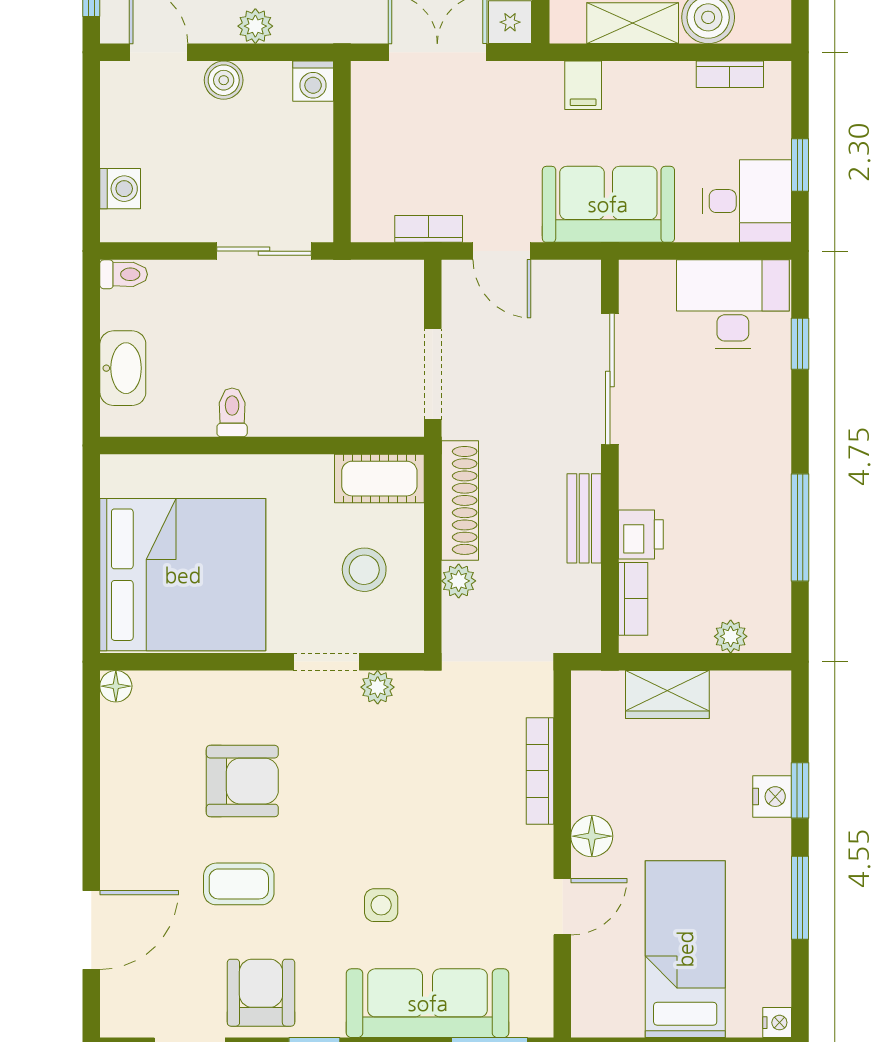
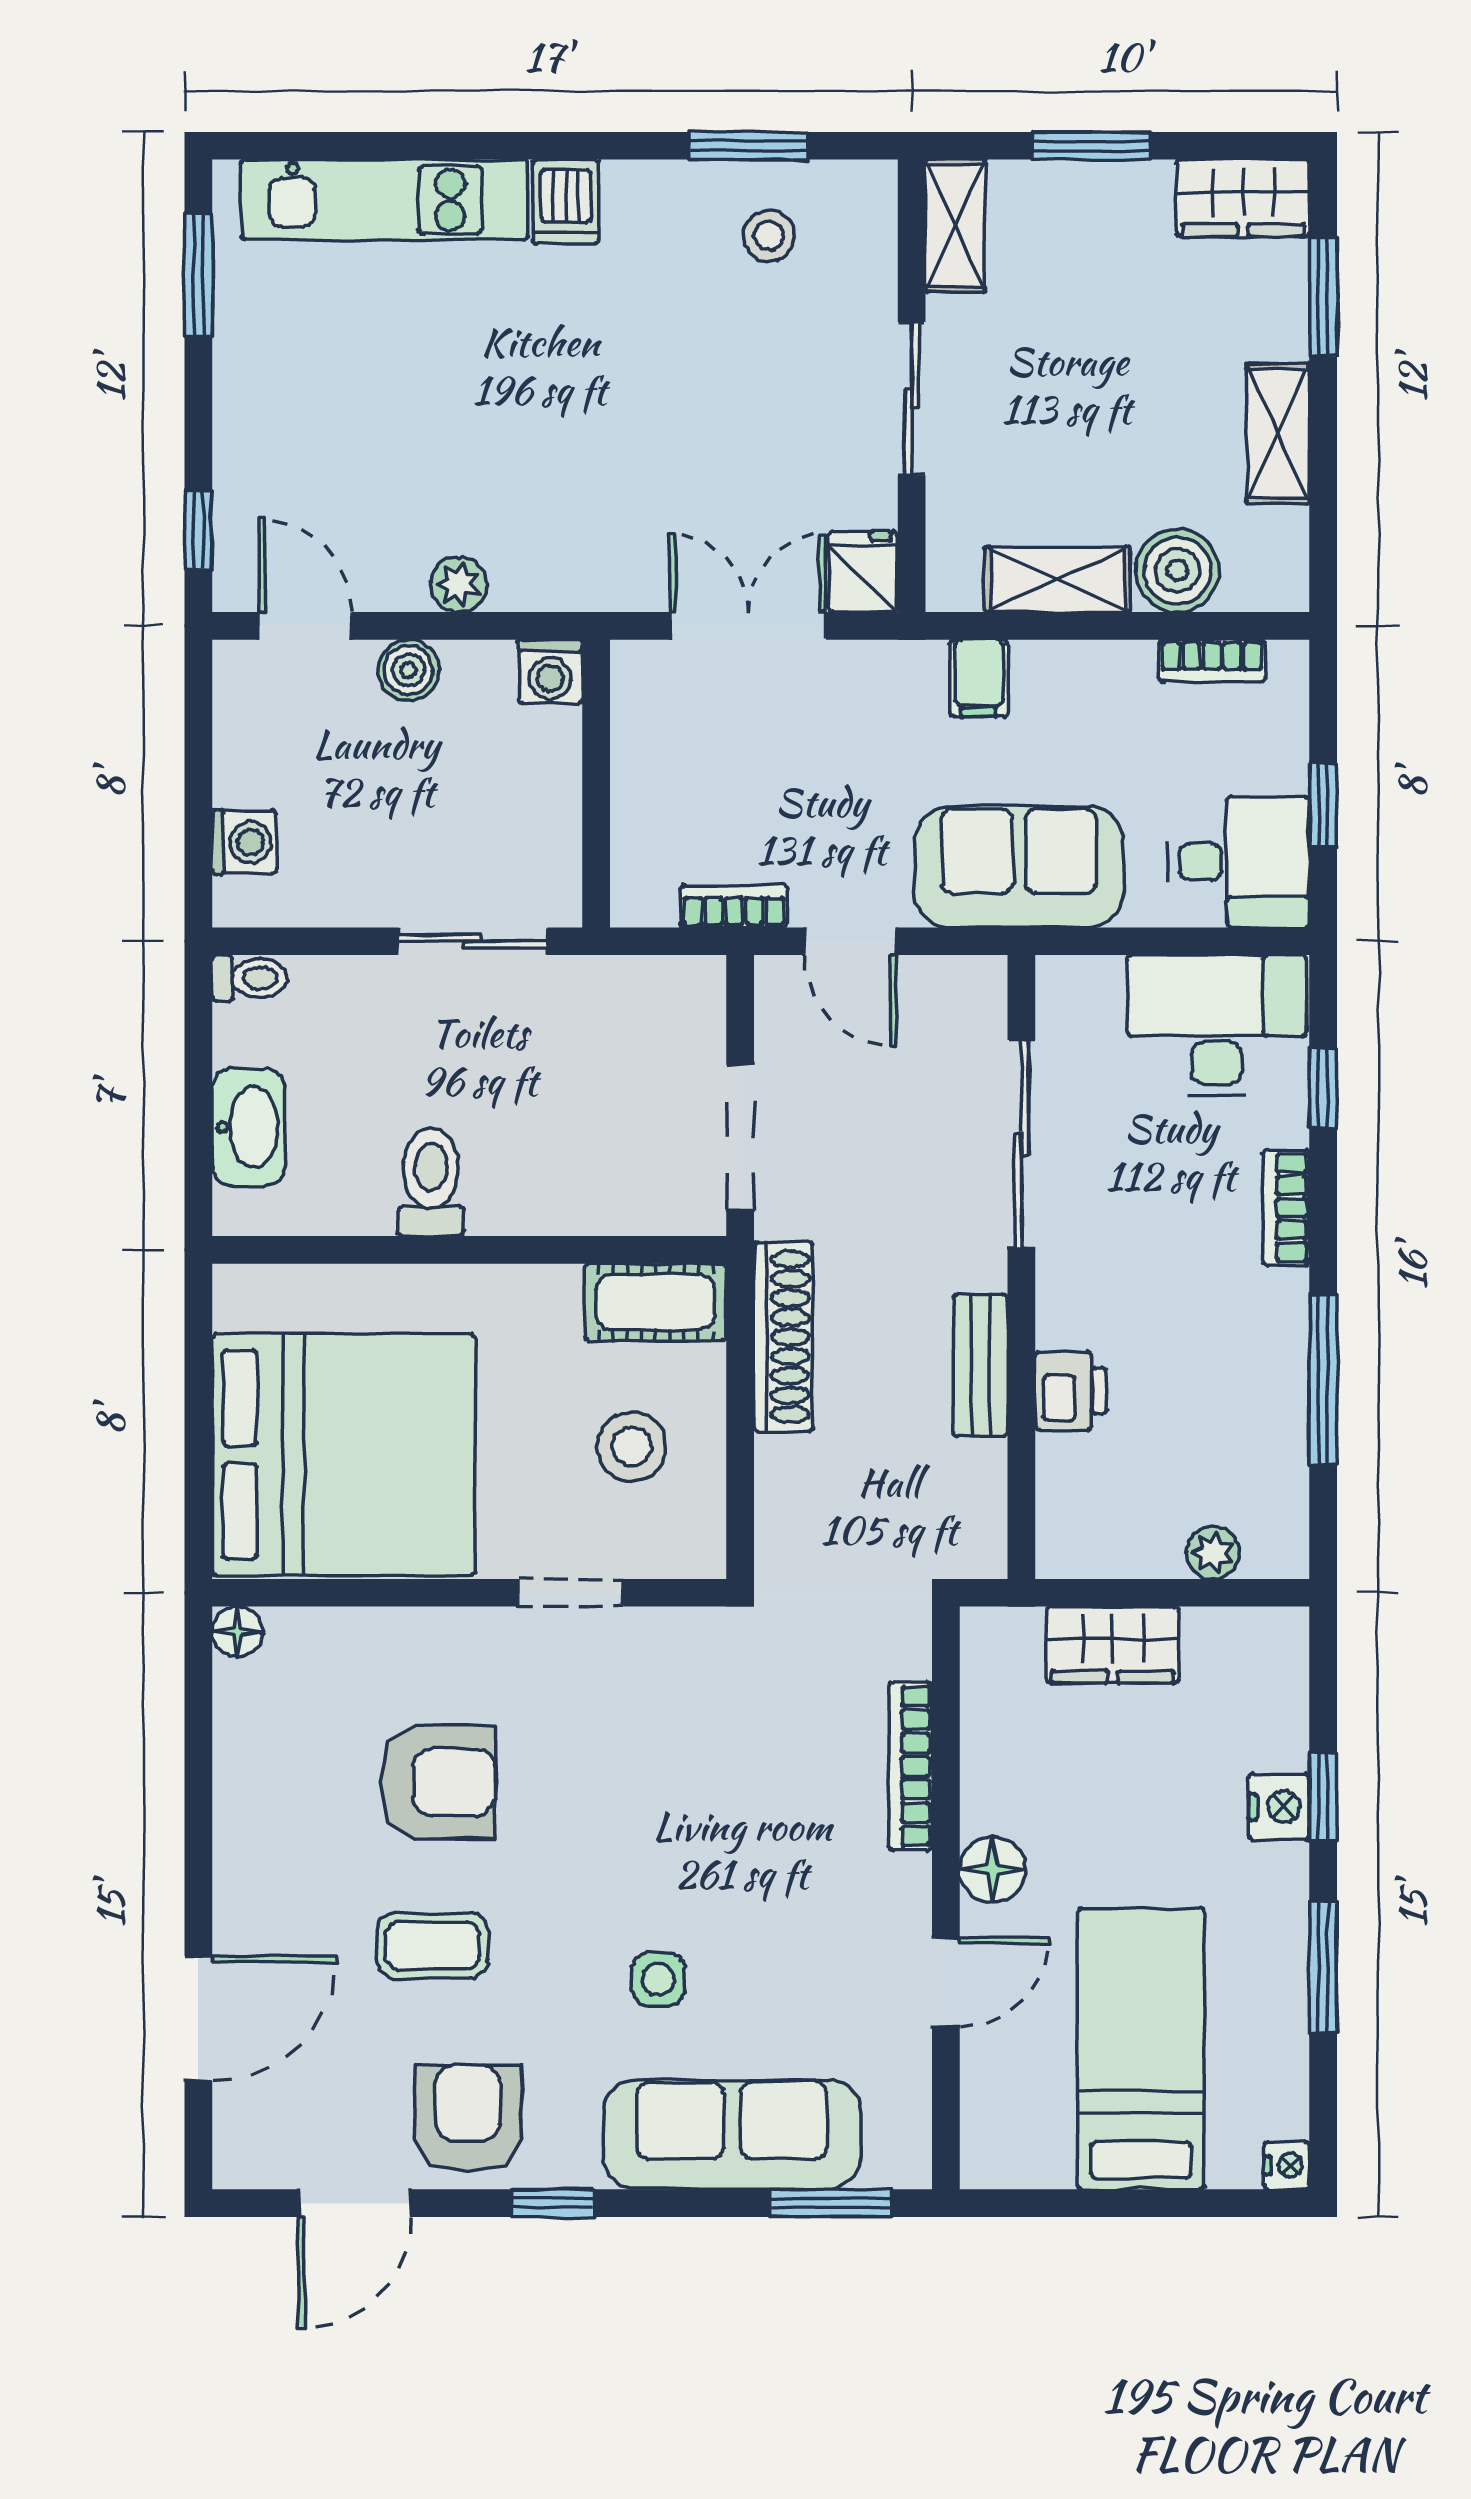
toilet: (232, 412) -> (431, 1182), width x1.37, depth x1.39
plant: (459, 581) -> (781, 1465), removed
bookcase: (633, 599) -> (1286, 1208), moved, turned 180
plant: (378, 687) -> (653, 1633), removed

